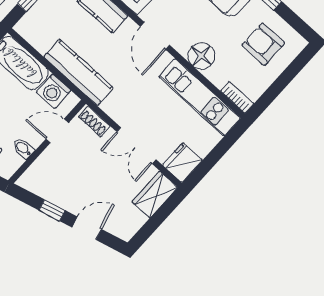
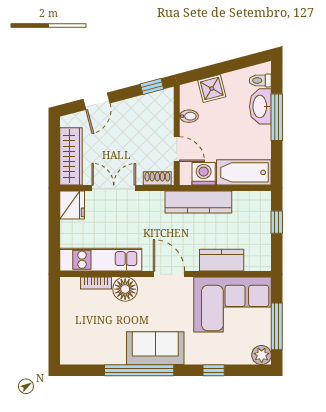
armchair: (263, 44) -> (90, 335), removed
bookcase: (237, 97) -> (96, 283), moved
door: (57, 131) -> (177, 149), hinge flipped
wardrobe: (155, 195) -> (71, 156), width x1.50
window: (52, 210) -> (152, 86), moved

